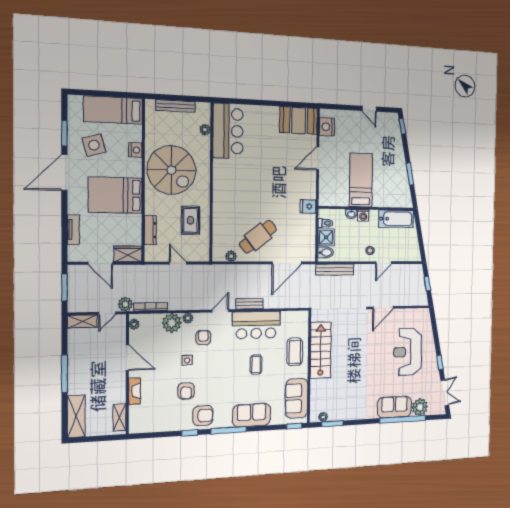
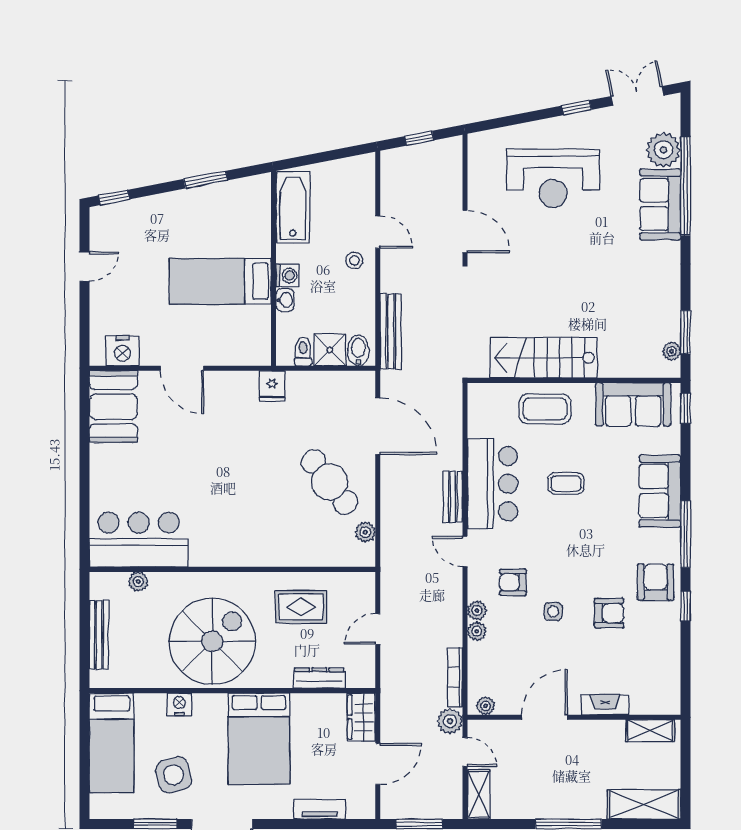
plant: (172, 323) -> (477, 631), width x0.53, depth x0.53

